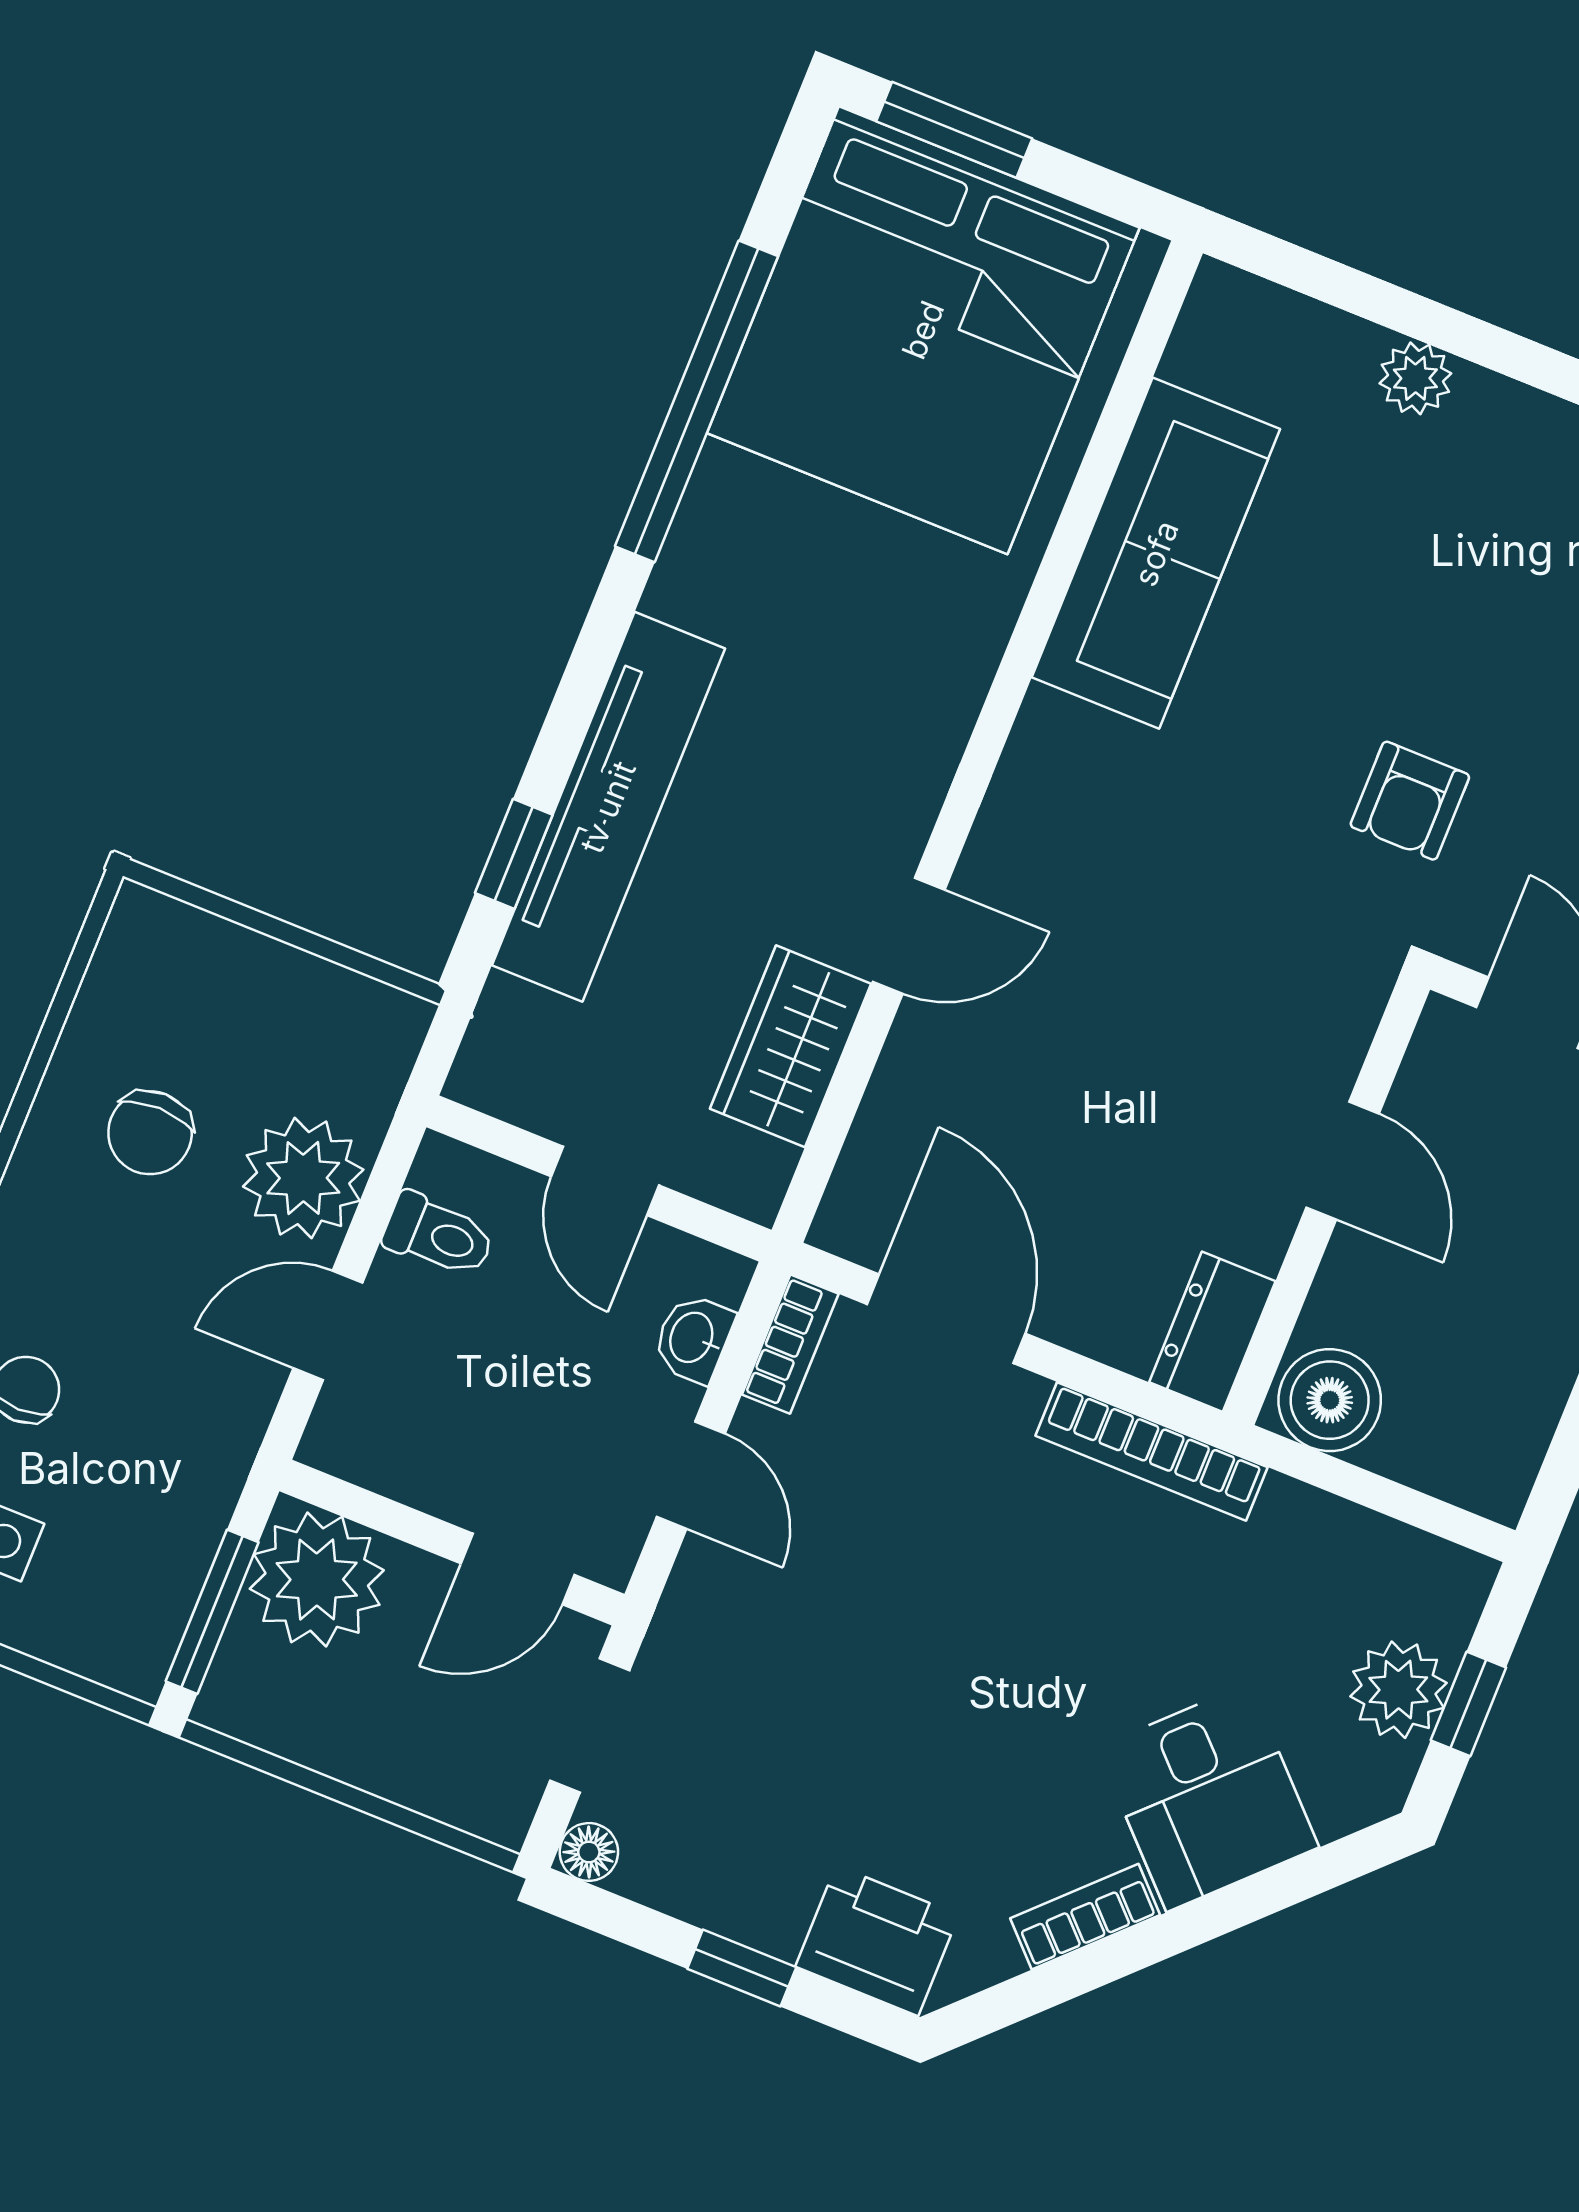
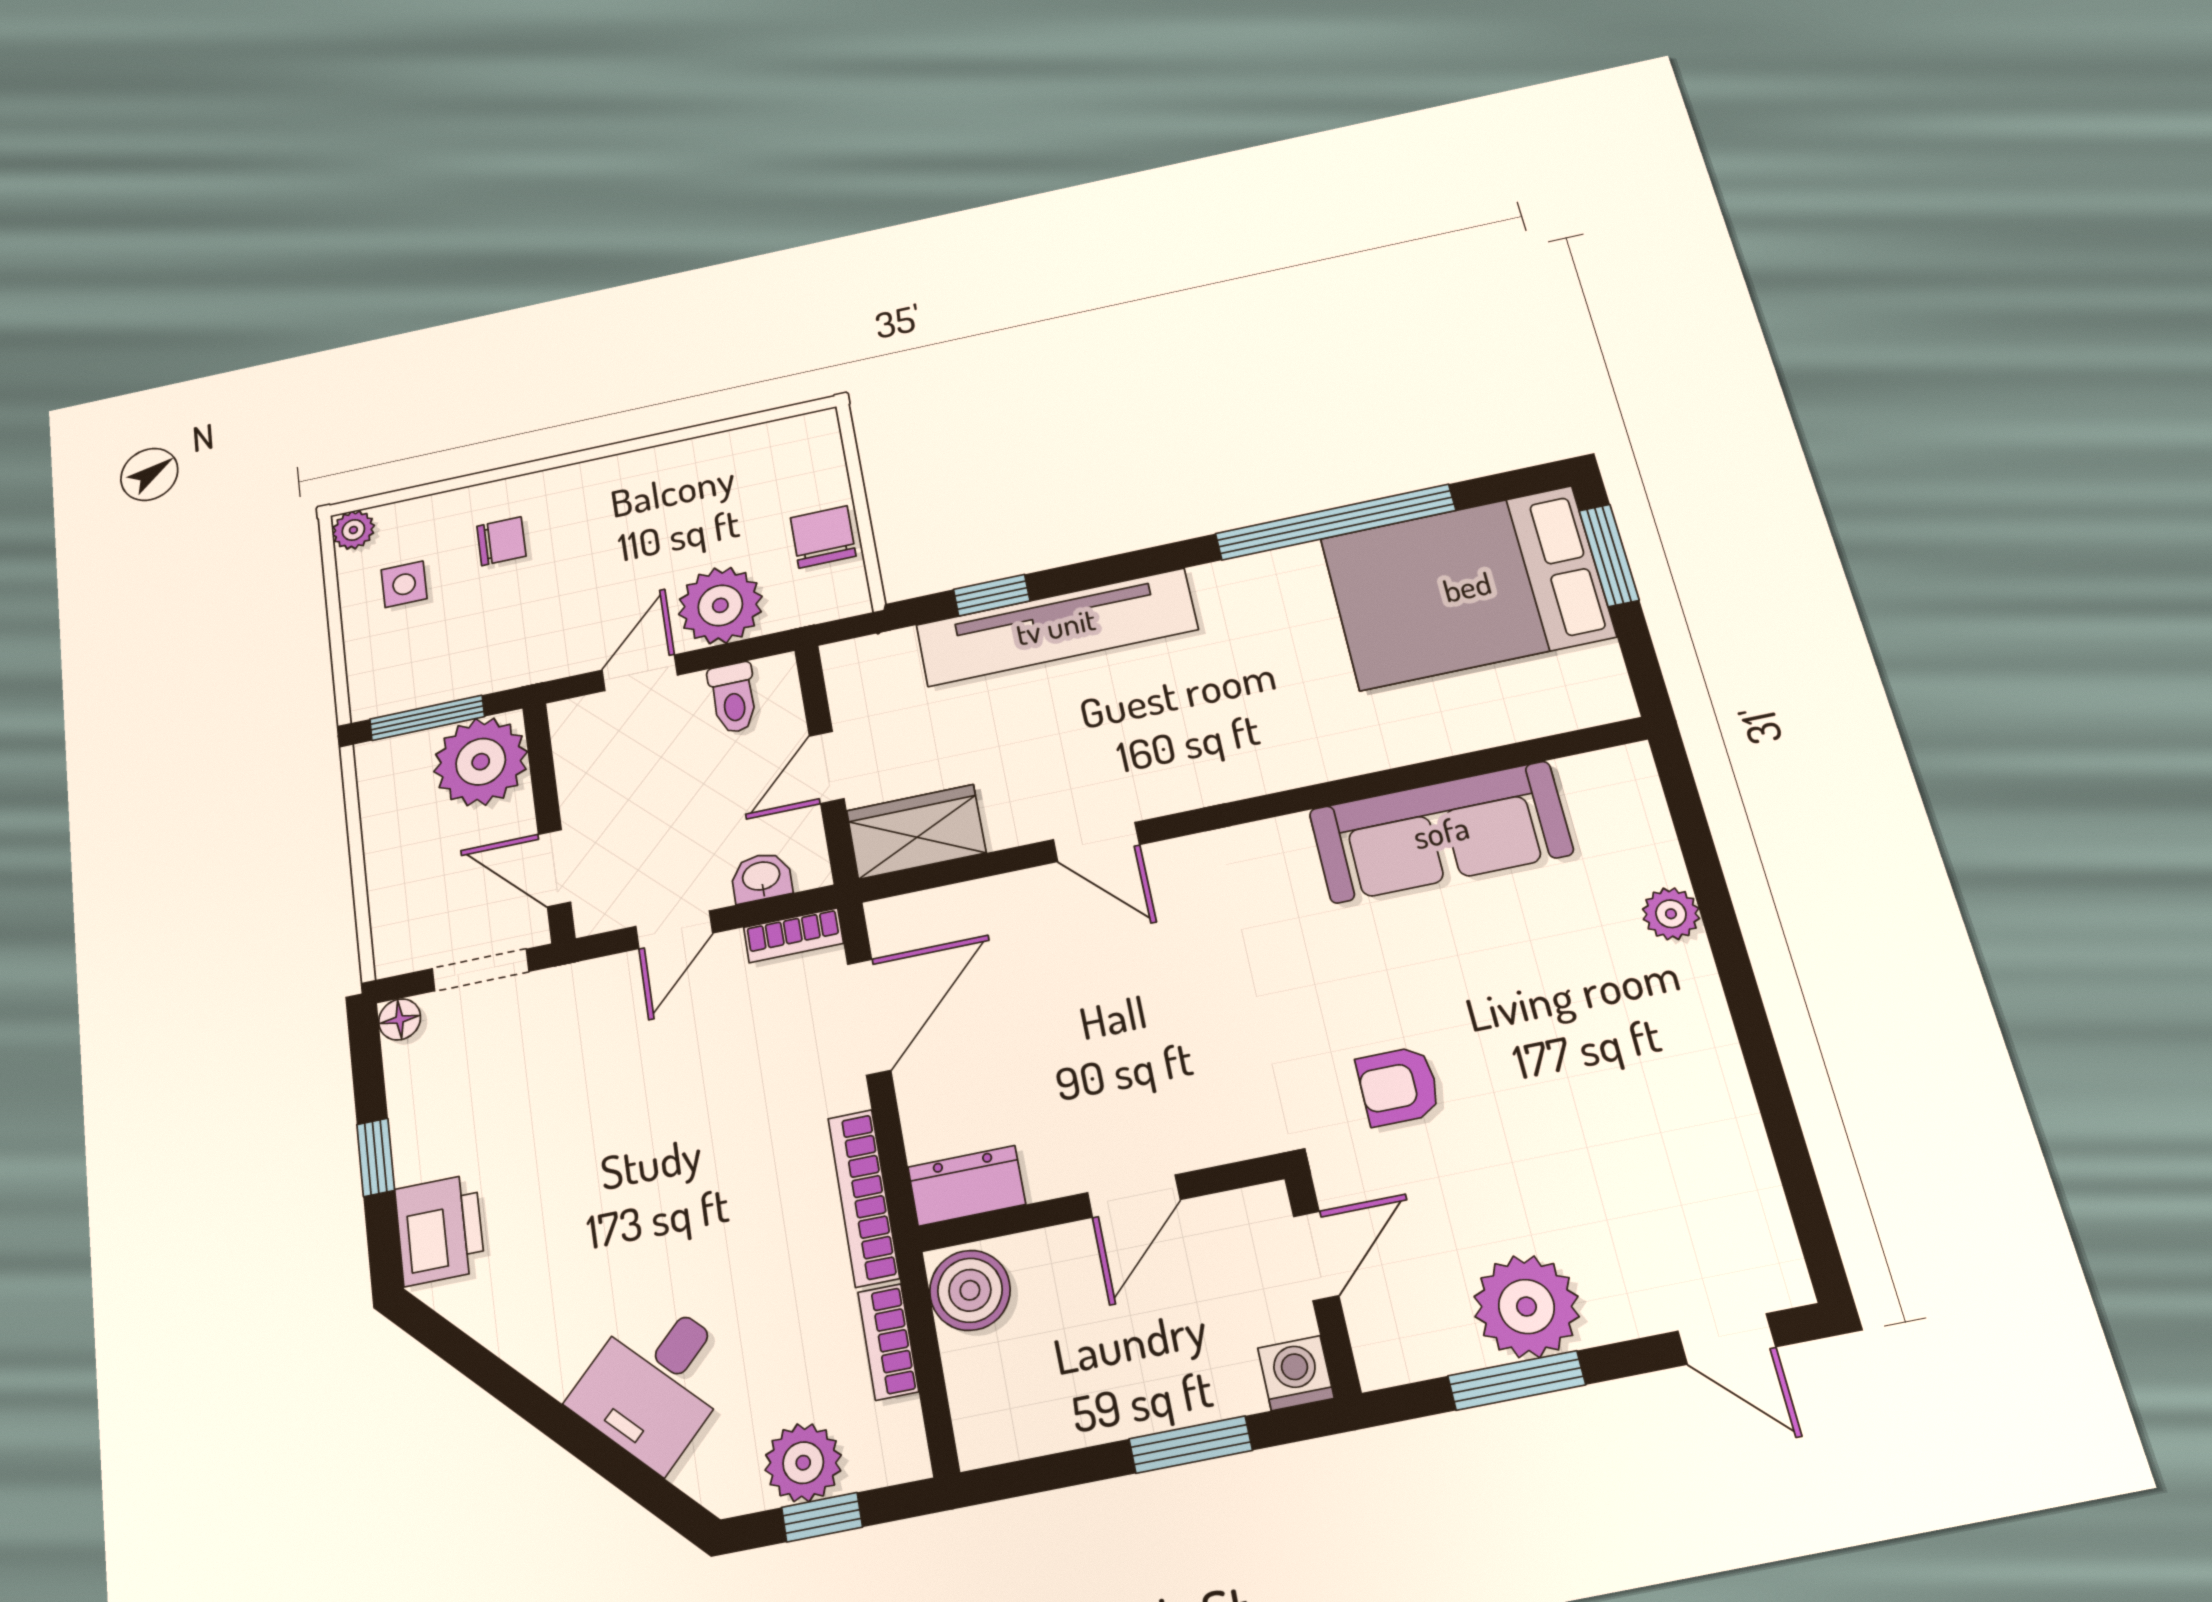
bed: (923, 330) -> (1467, 587), width x0.73
wardrobe: (790, 1046) -> (916, 832), moved
chair: (150, 1133) -> (823, 537), moved, turned 90
door: (328, 1326) -> (640, 673), hinge flipped
bookcase: (1085, 1917) -> (888, 1342), moved, turned -135

